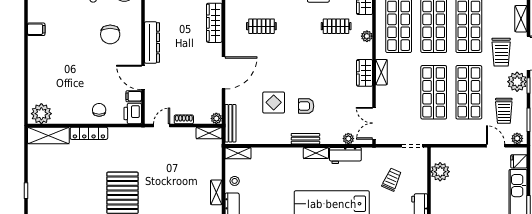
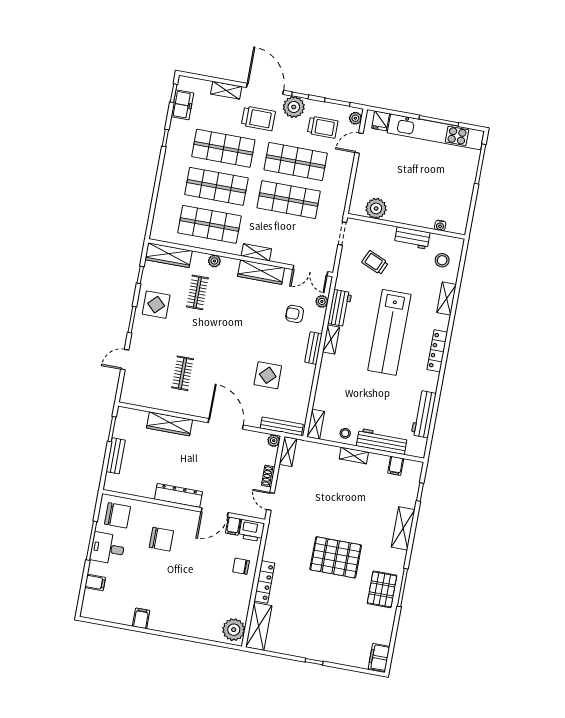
wardrobe: (365, 73) -> (261, 272), width x1.50
armchair: (306, 106) -> (295, 314), moved, turned 90

